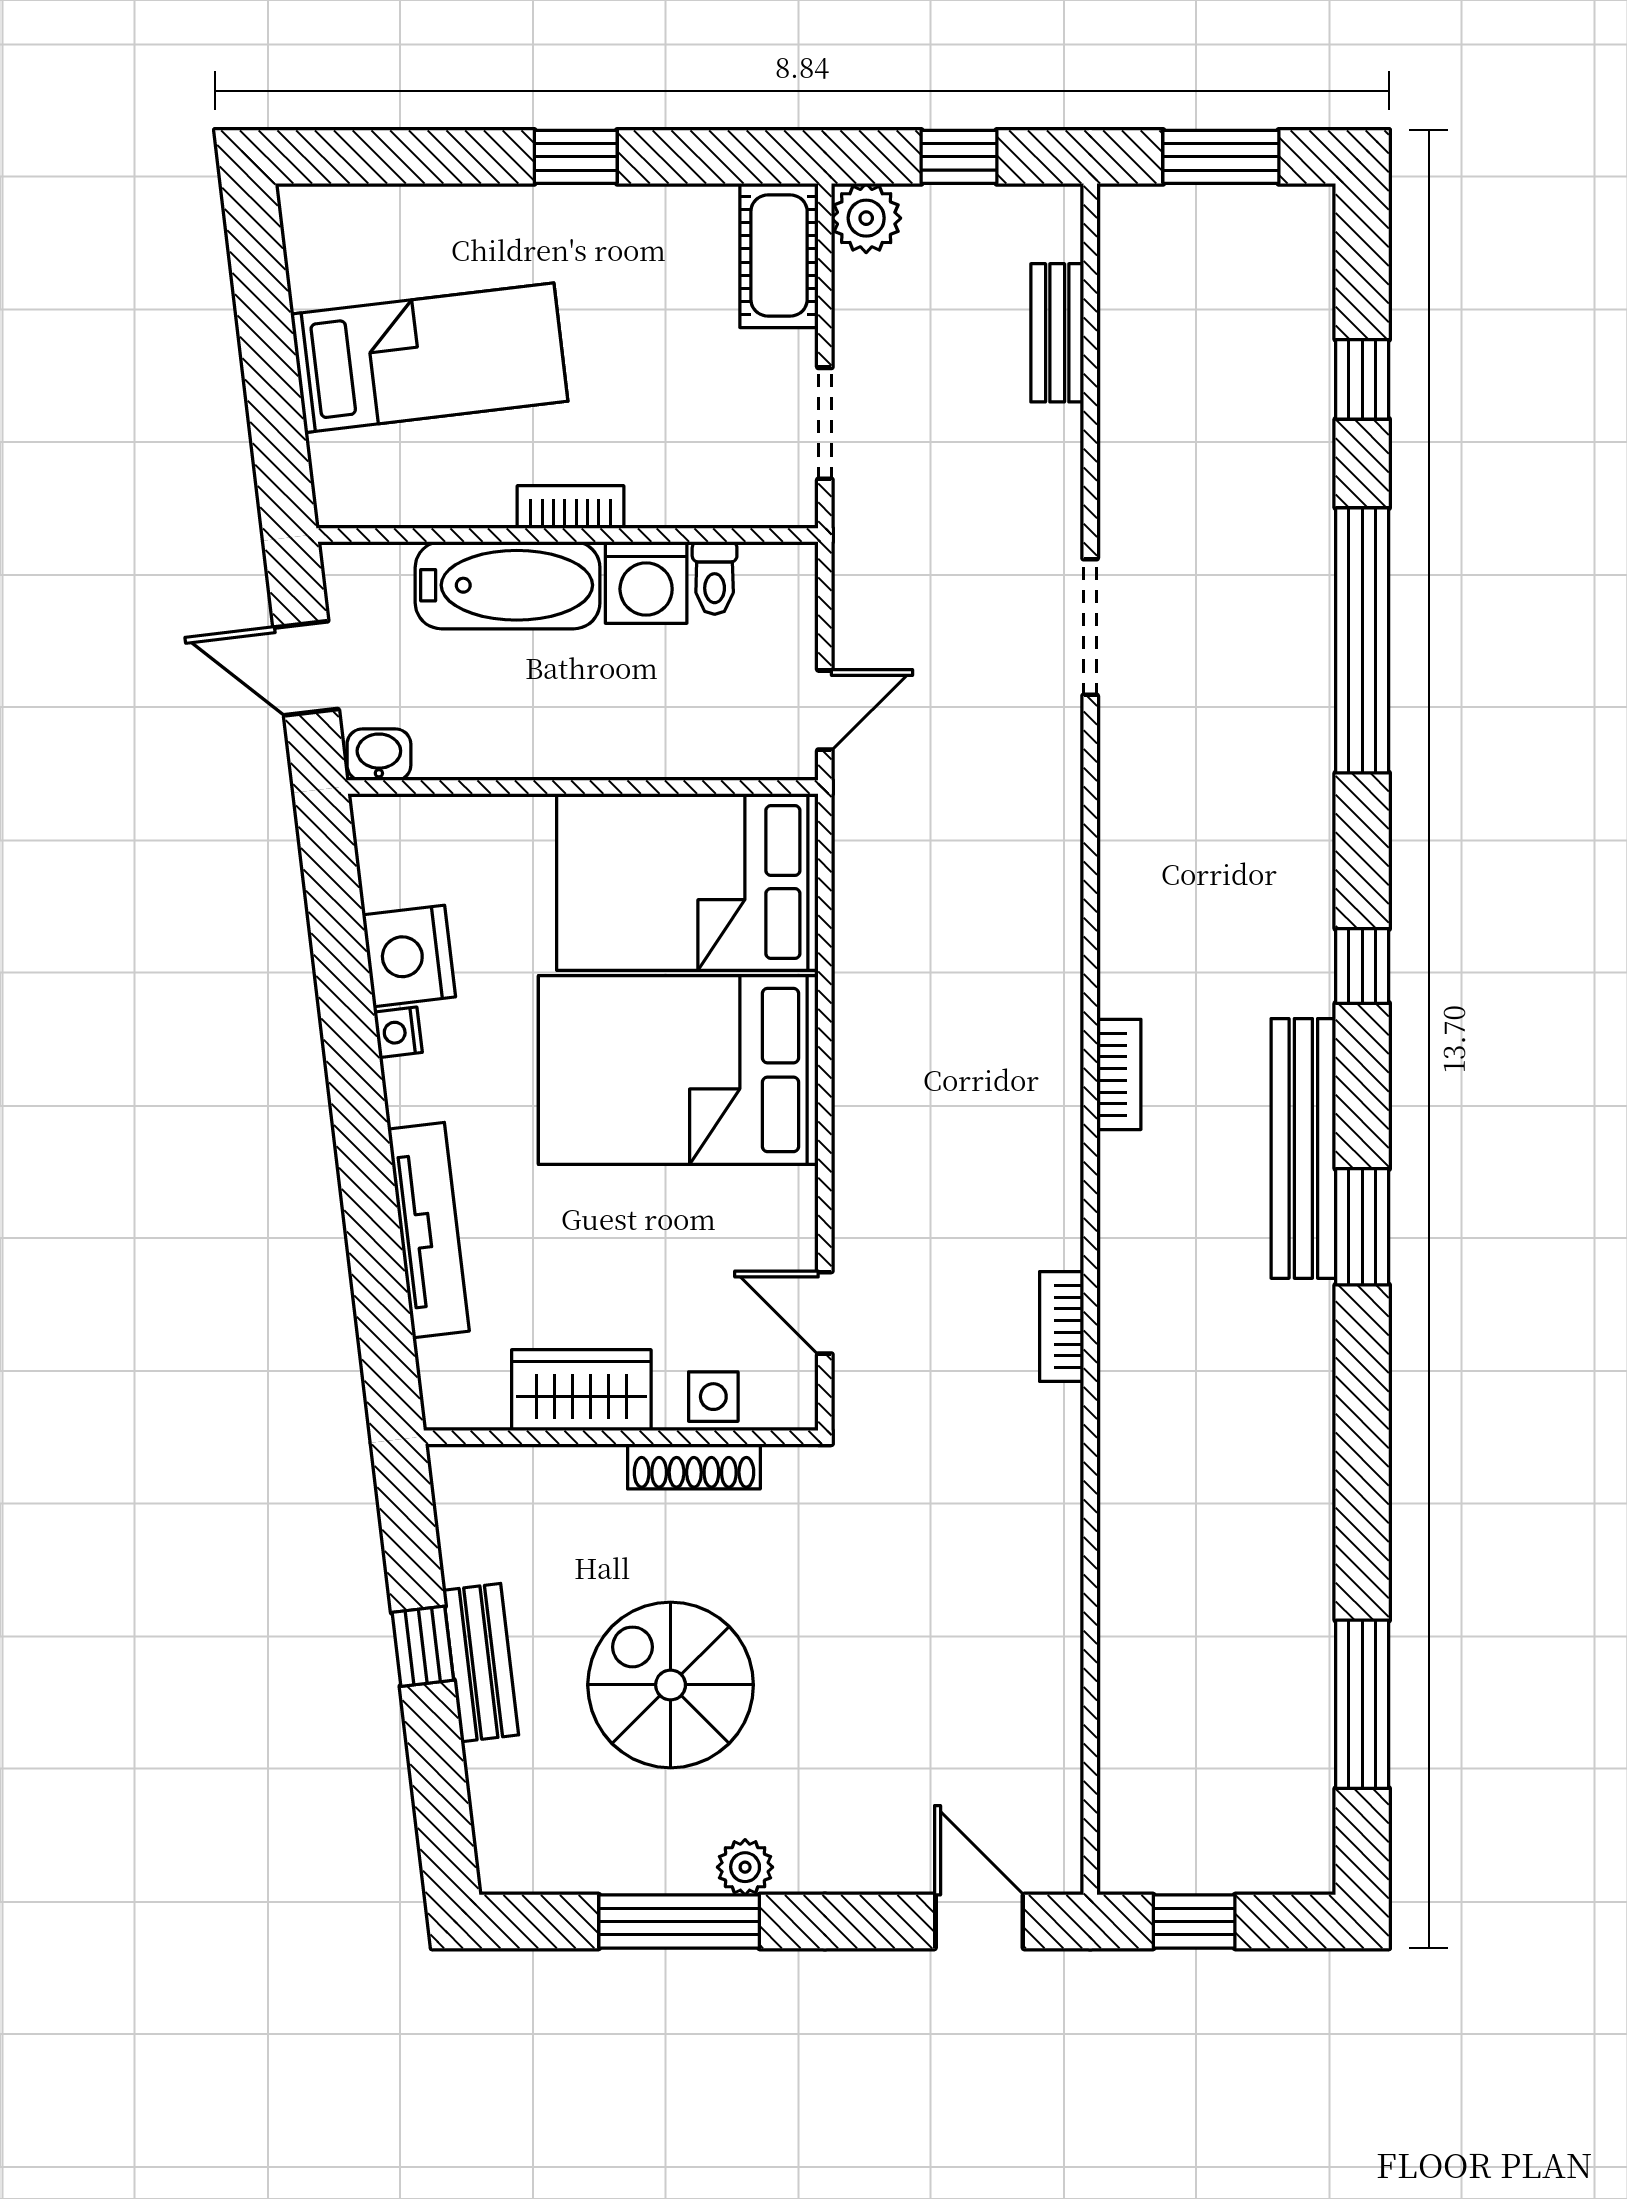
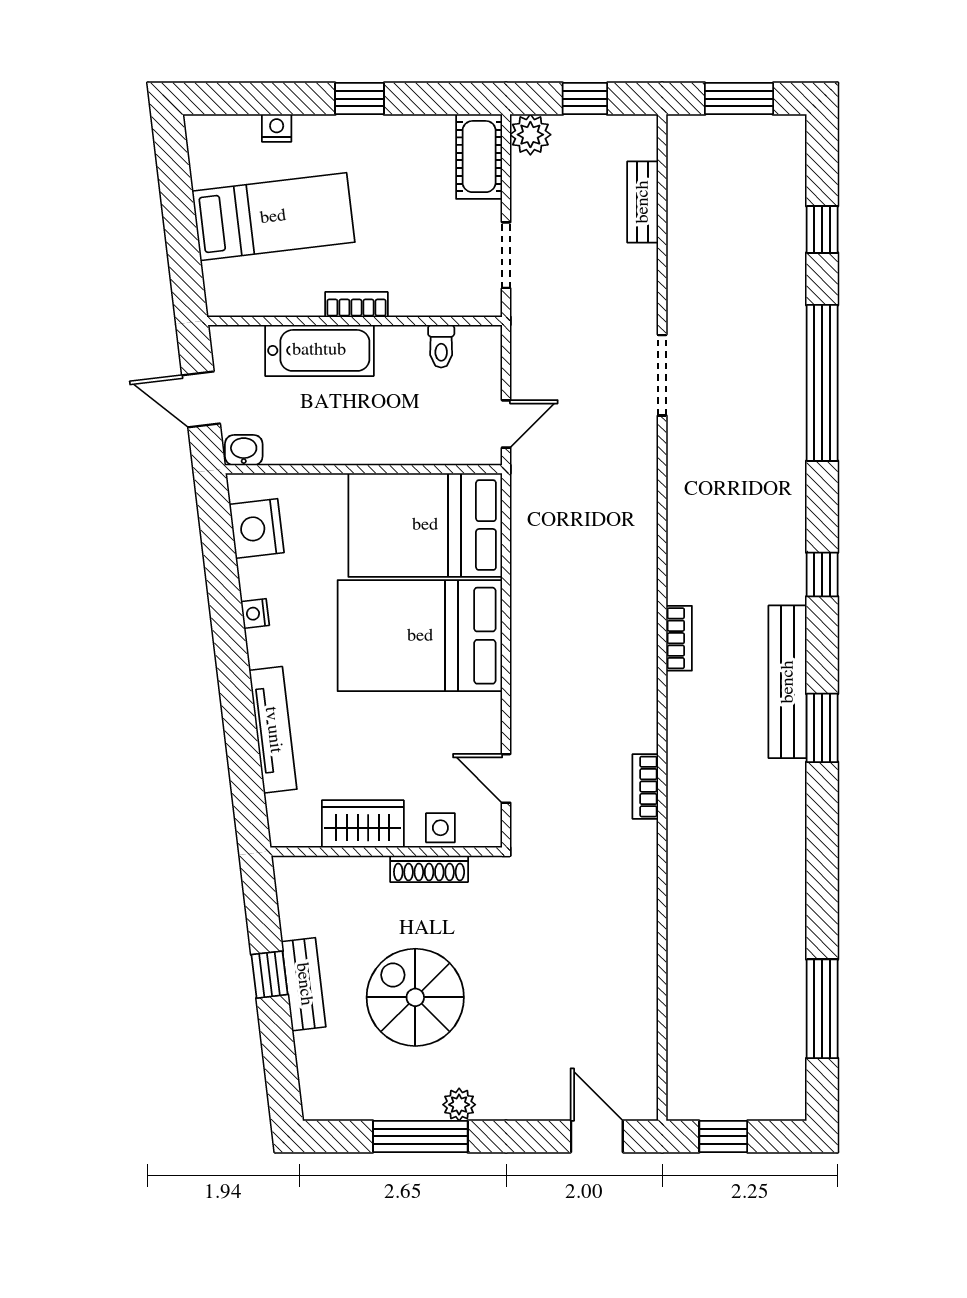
nightstand: (435, 207) -> (277, 128), added
washing machine: (646, 582) -> (401, 349), removed
nightstand: (409, 956) -> (257, 528), moved

